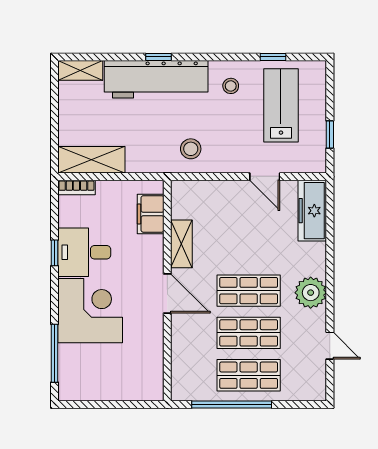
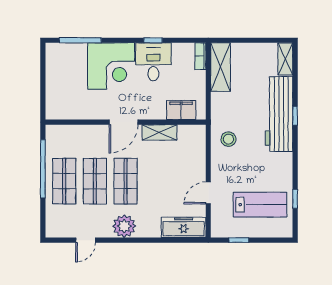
stool: (231, 86) -> (274, 168), removed

